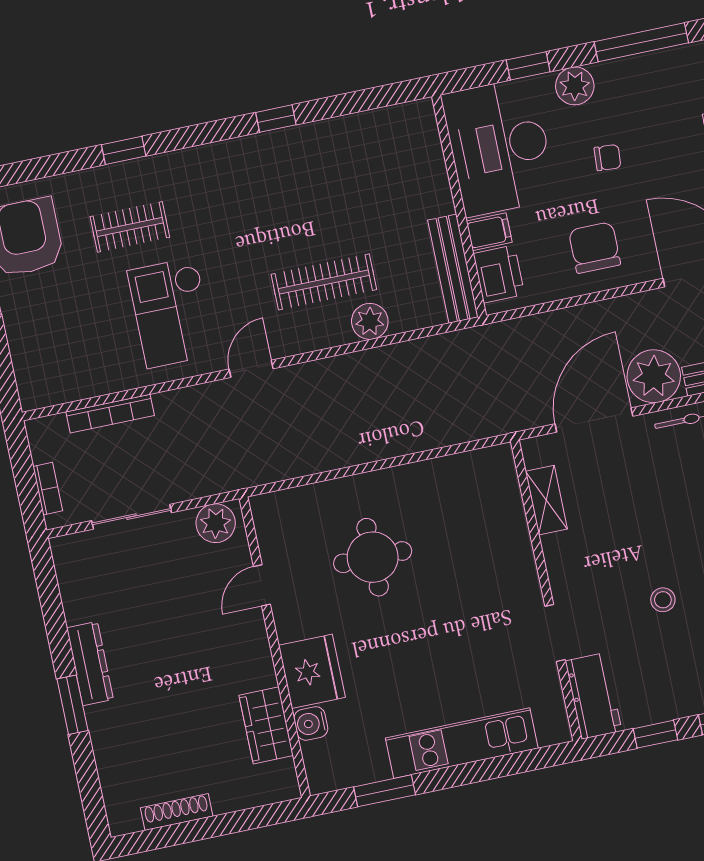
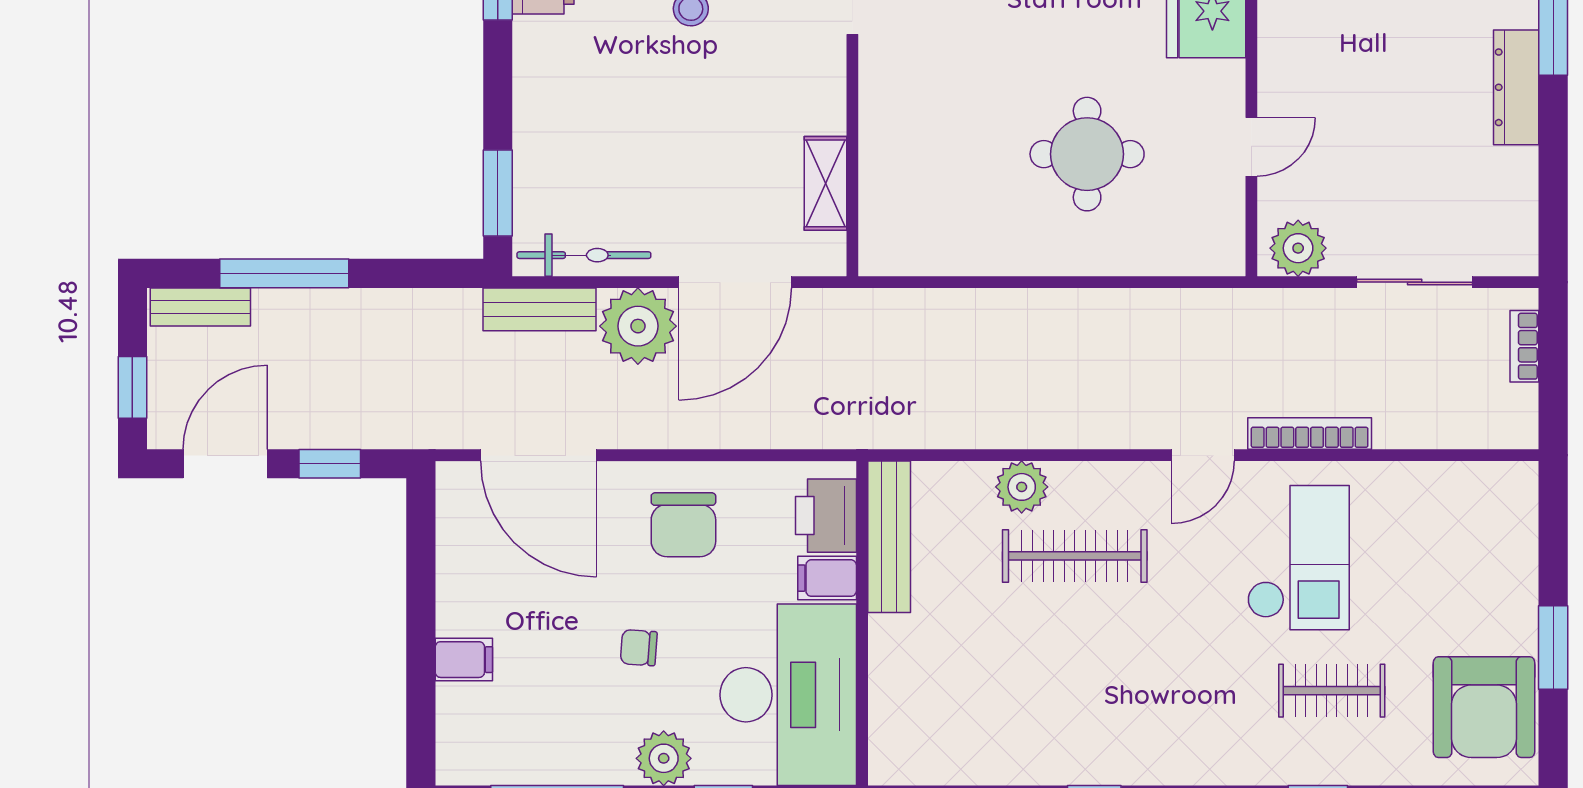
bookcase: (110, 414) -> (1310, 433), moved

